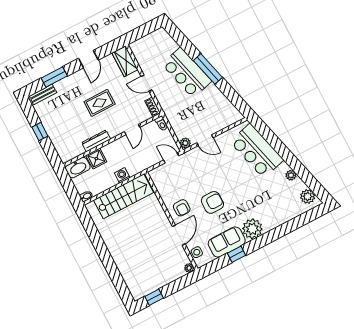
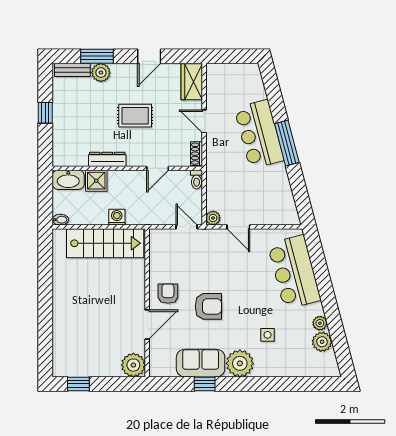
plant: (63, 86) -> (101, 73), added
plant: (308, 196) -> (322, 342), moved
armchair: (182, 208) -> (168, 294), turned 180
side table: (197, 252) -> (268, 335), moved
plant: (189, 268) -> (133, 365), width x1.88, depth x1.88

